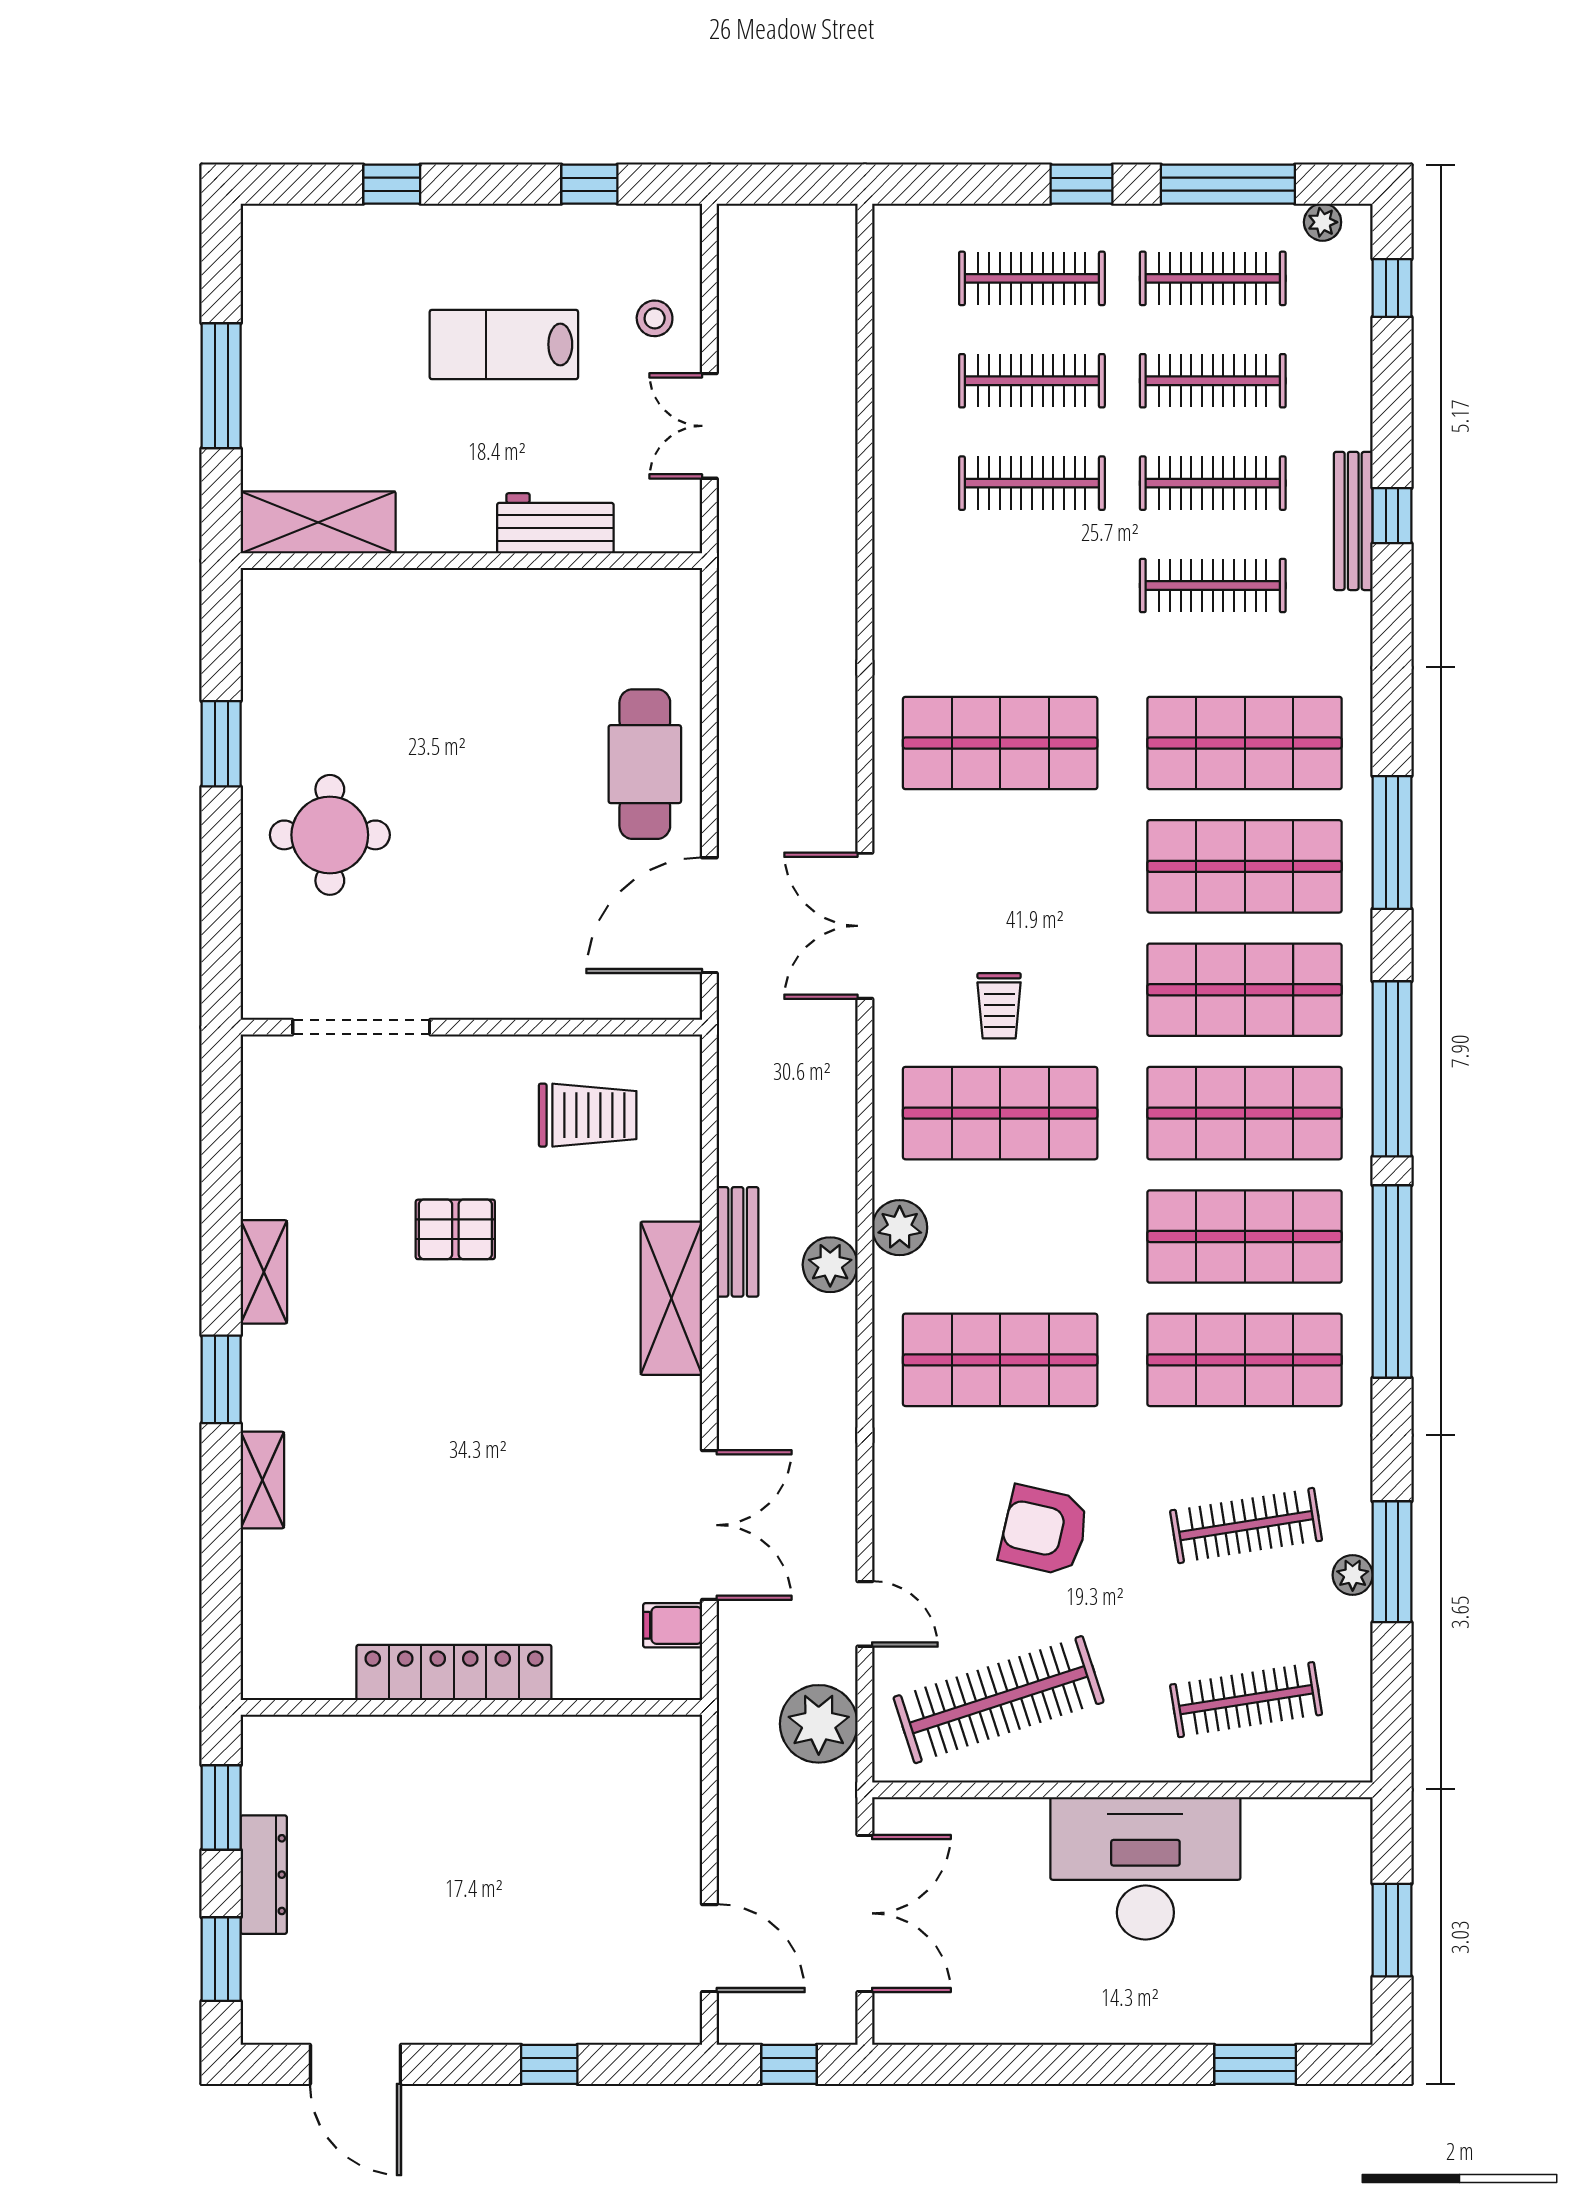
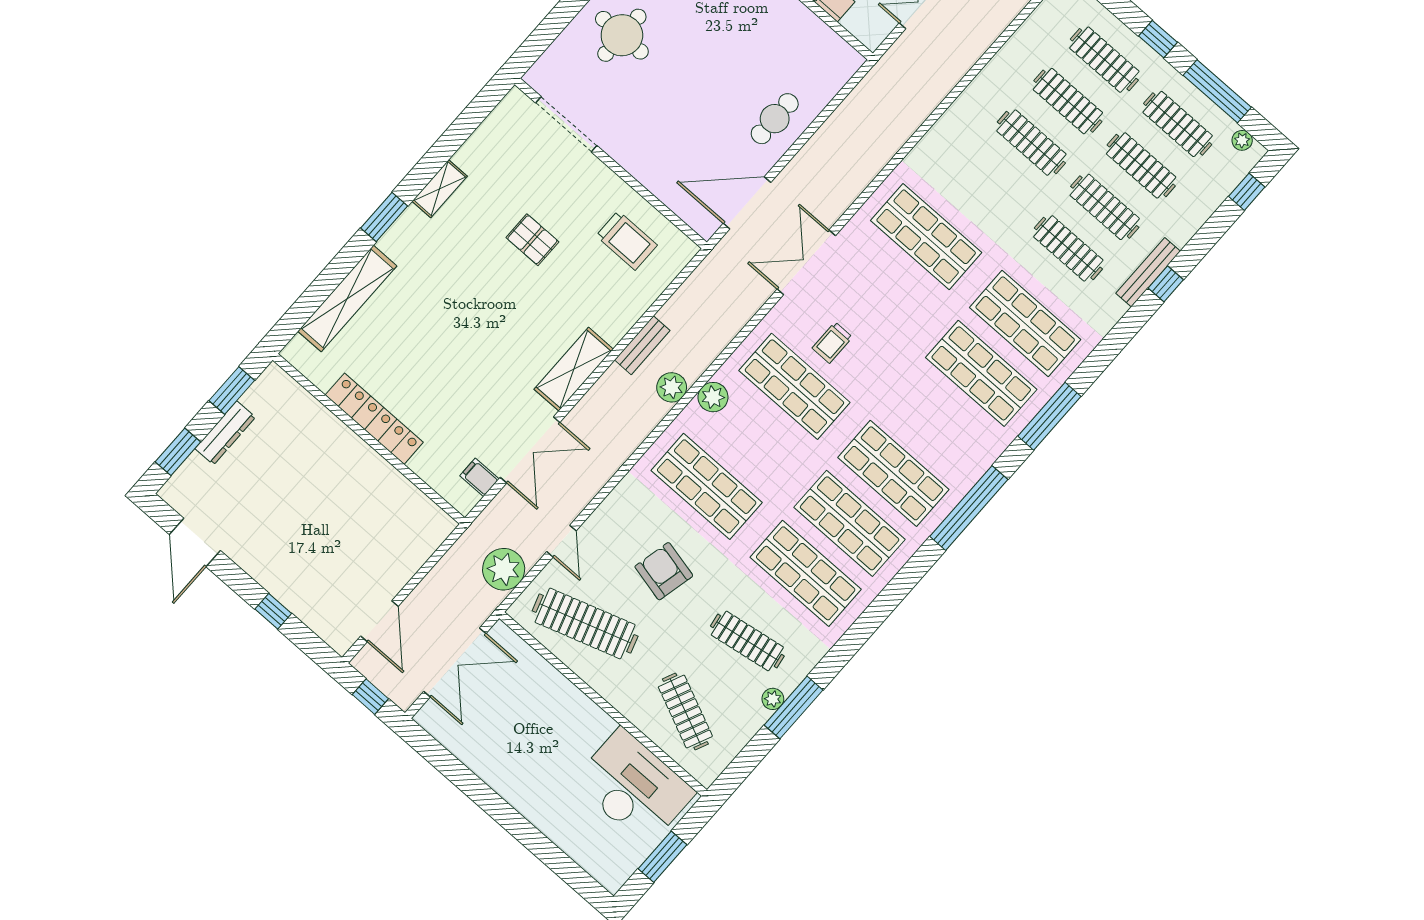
cafe table: (645, 764) -> (775, 119), width x0.73, depth x0.74
shop shelf: (1245, 990) -> (937, 423), removed
window: (1392, 1281) -> (893, 594), removed
shelving: (671, 1298) -> (574, 369), moved
shelving: (262, 1480) -> (347, 299), width x2.20, depth x1.33
clothes rail: (1246, 1700) -> (685, 712), turned 33
desk: (1145, 1868) -> (634, 787), moved
window: (1255, 2064) -> (559, 862), removed

